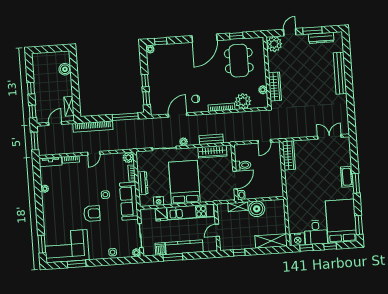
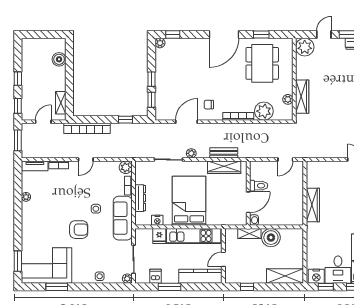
window: (125, 117) -> (125, 120), width x0.46
wardrobe: (289, 155) -> (313, 205), moved
kitchen counter: (184, 247) -> (200, 276), moved

